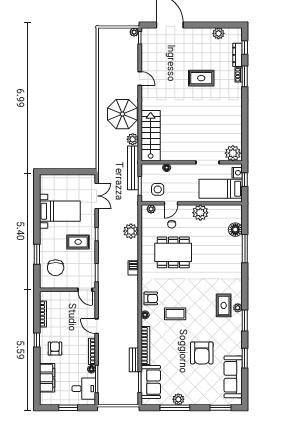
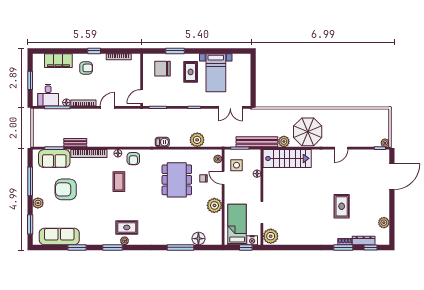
rug: (78, 242) -> (191, 72), moved
armchair: (202, 353) -> (66, 189), moved
plant: (178, 399) -> (38, 203), moved

